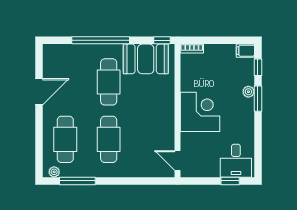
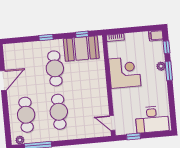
window: (101, 40) -> (46, 38), width x0.32
window: (162, 40) -> (82, 34), moved
corner desk: (200, 112) -> (125, 72), moved
desk: (236, 161) -> (152, 119), width x1.37
window: (230, 181) -> (133, 137), moved

